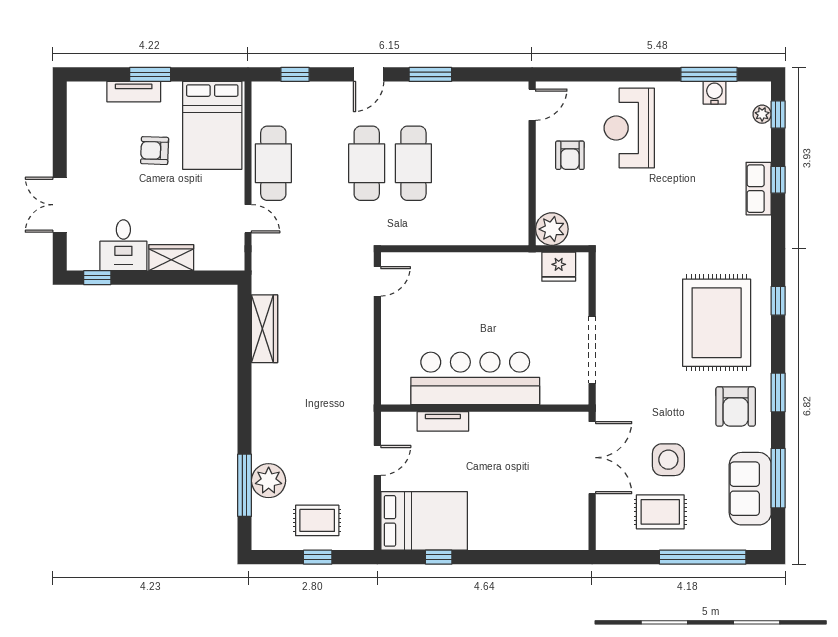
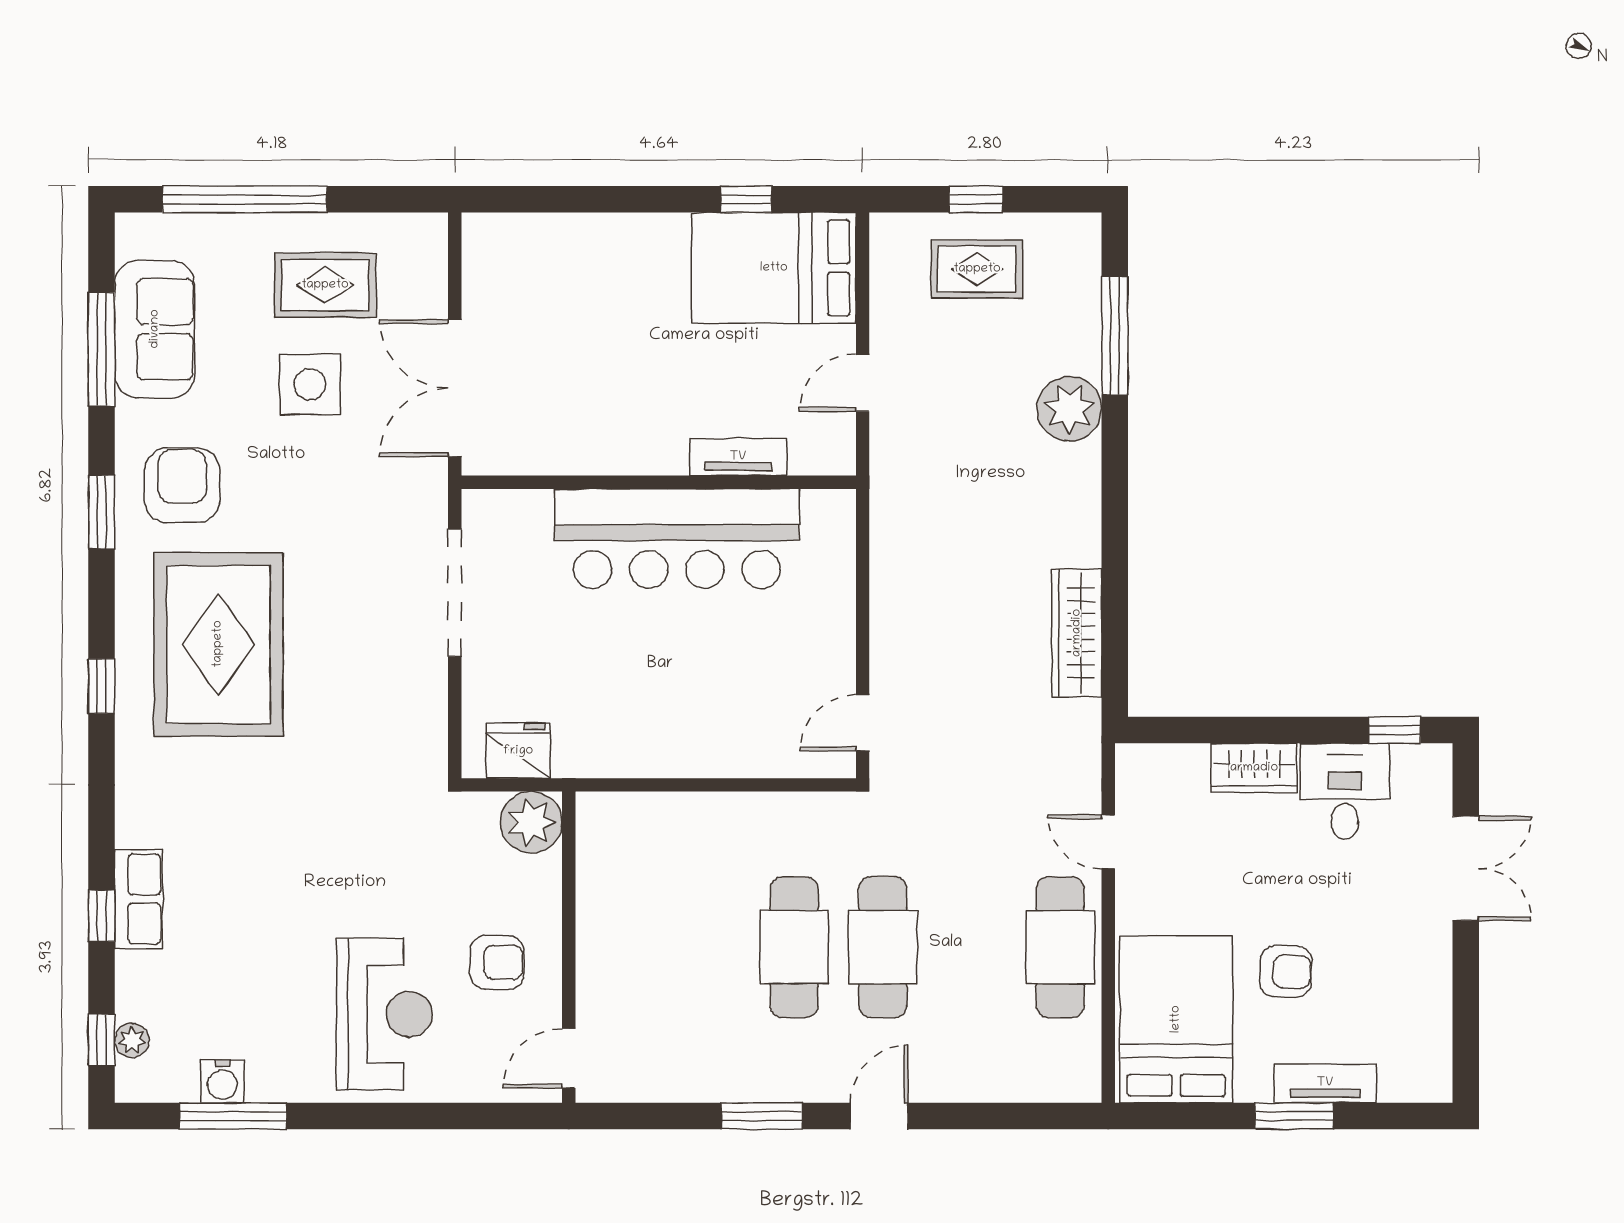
window: (295, 74) -> (1019, 1116), removed
armchair: (570, 155) -> (497, 962), turned 90
plant: (269, 481) -> (1069, 409), moved

